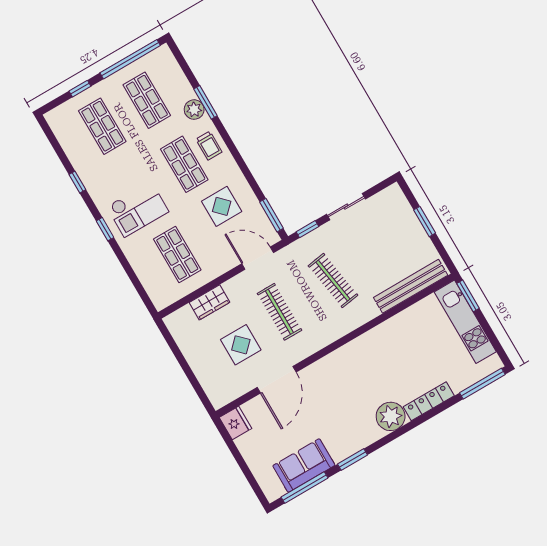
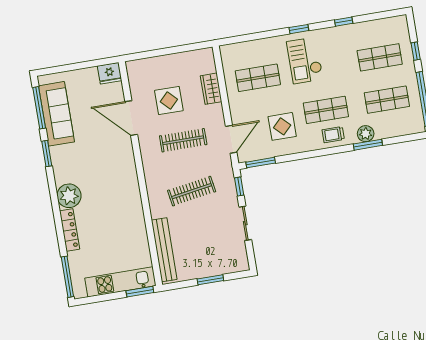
sofa: (304, 466) -> (56, 114), width x1.36

